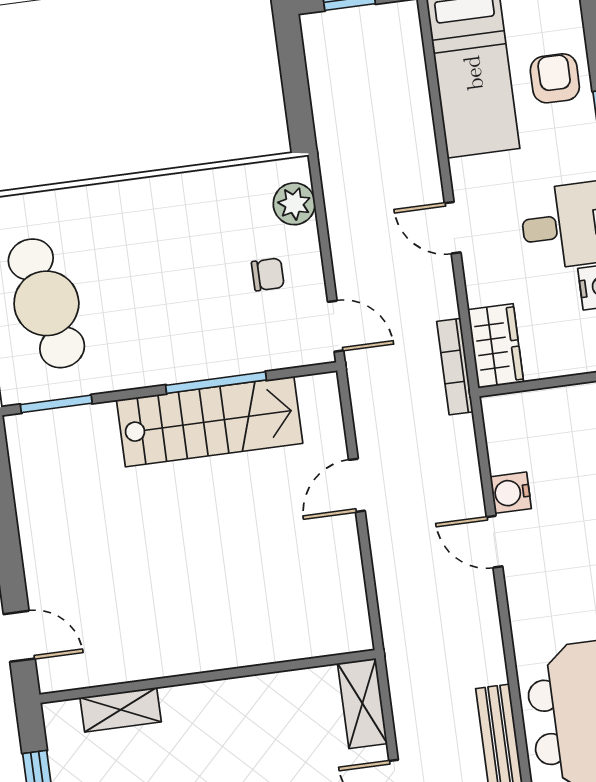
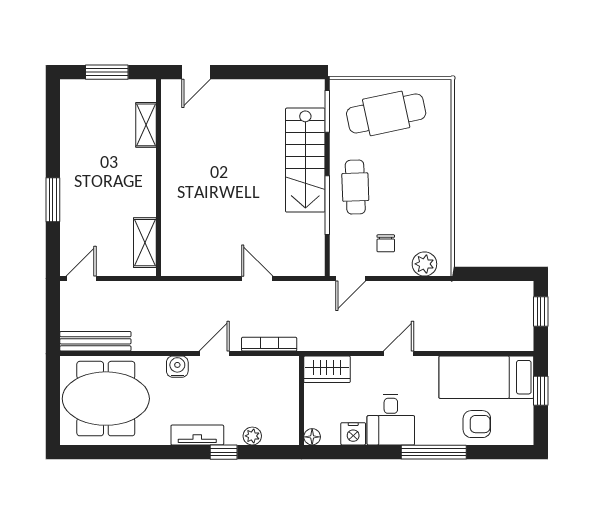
cafe table: (179, 339) -> (355, 187), added
bookcase: (455, 367) -> (269, 344), moved
stairs: (210, 422) -> (305, 160), moved
water cooler: (511, 493) -> (177, 367), moved
shelving: (362, 703) -> (145, 243), moved, turned 90

